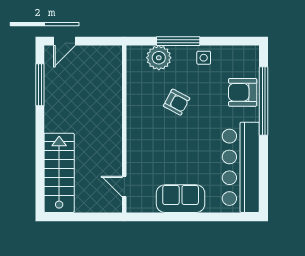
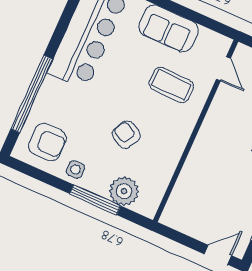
armchair: (243, 92) -> (47, 142), moved
coffee table: (159, 156) -> (171, 85), added

